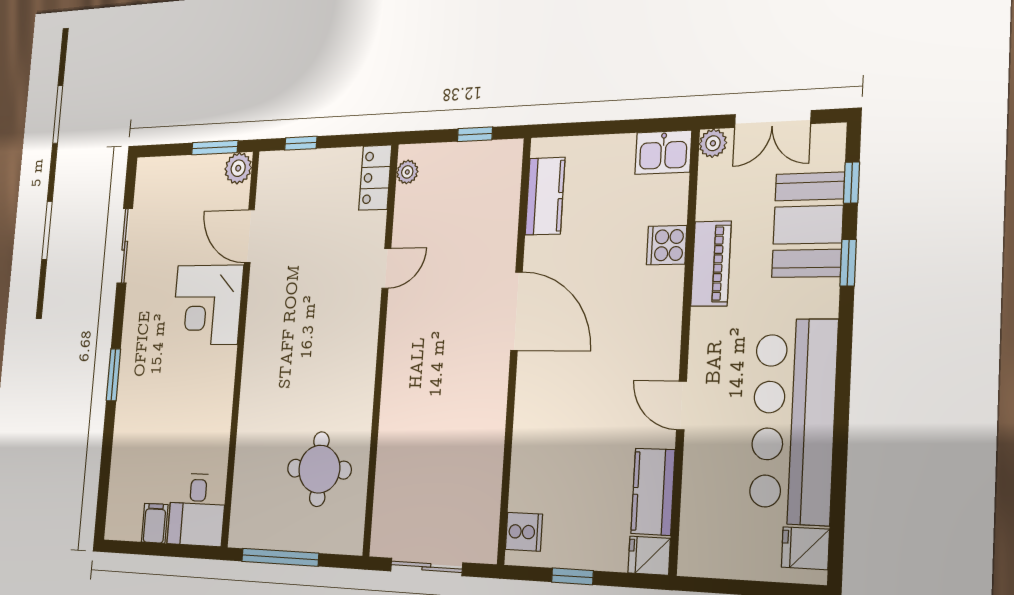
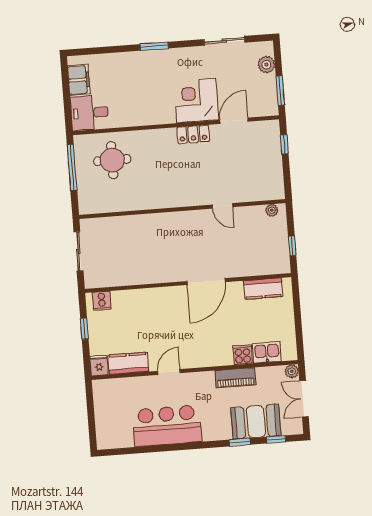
kitchen sink: (663, 152) -> (267, 352), moved, turned 90
plant: (238, 168) -> (266, 65), moved
locker: (375, 178) -> (193, 134), moved, turned 180
bar counter: (793, 421) -> (167, 426), width x0.73
round table: (319, 469) -> (112, 160), moved
filing cabinet: (155, 523) -> (79, 80), width x2.00
fridge: (805, 548) -> (112, 438), removed

